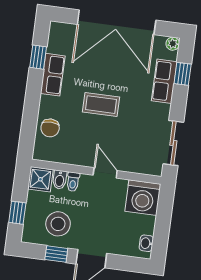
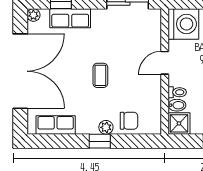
window: (38, 57) -> (100, 141), moved
row of seats: (53, 75) -> (56, 125), moved
plant: (46, 103) -> (106, 127), added
coffee table: (101, 105) -> (100, 75), width x0.73, depth x0.77

